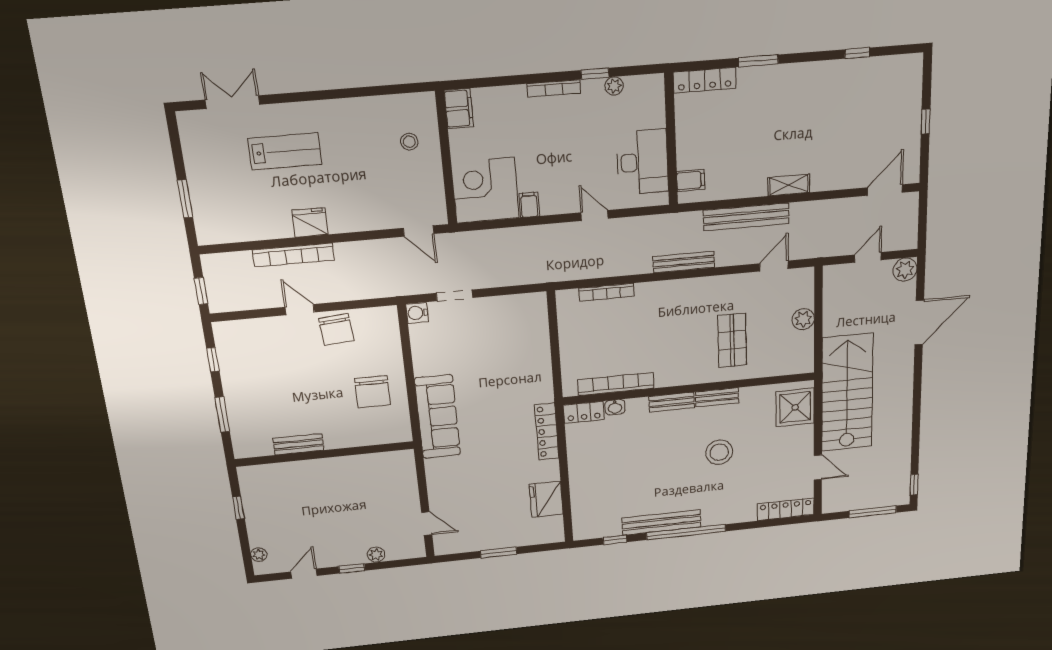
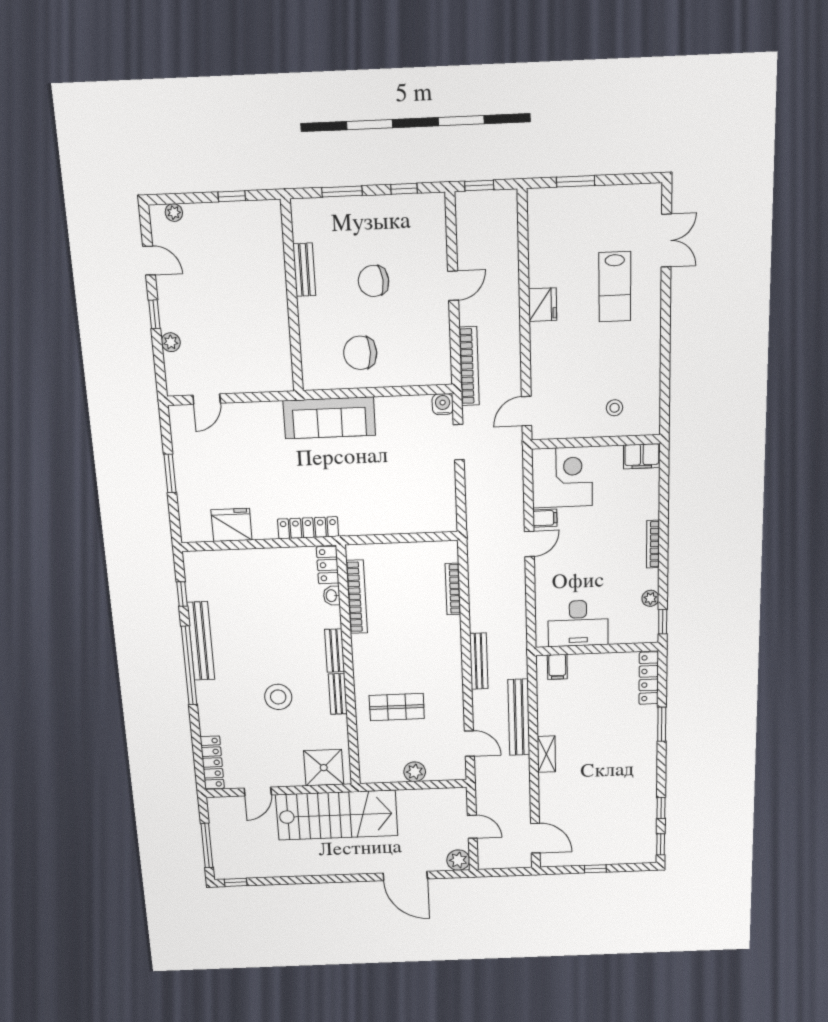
window: (901, 50) -> (661, 844), added
window: (595, 74) -> (663, 622), moved
door: (595, 216) -> (529, 544), moved
bookcase: (293, 255) -> (469, 366), moved, turned 180
chair: (336, 329) -> (374, 281), moved

